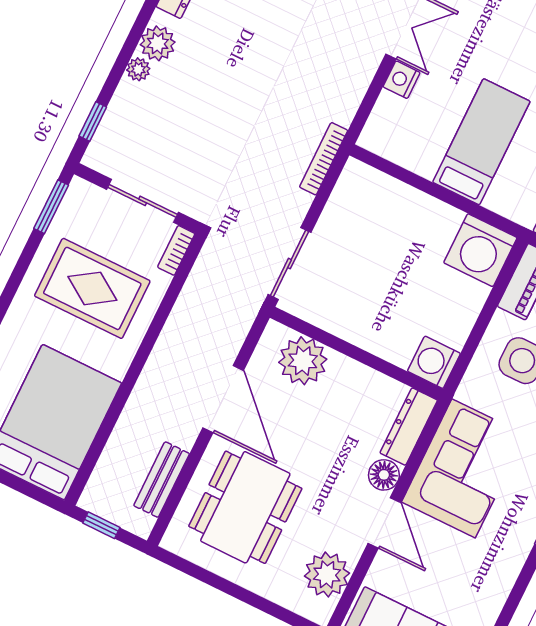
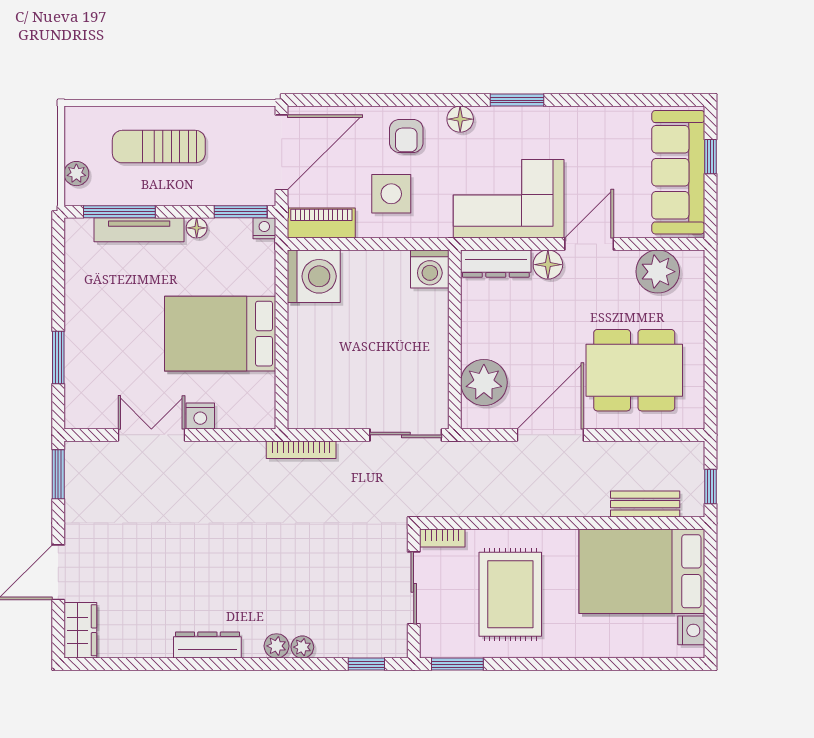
plant: (158, 43) -> (276, 646), width x0.73, depth x0.73
bed: (481, 142) -> (220, 334), width x1.50
bench: (162, 480) -> (645, 504), moved

